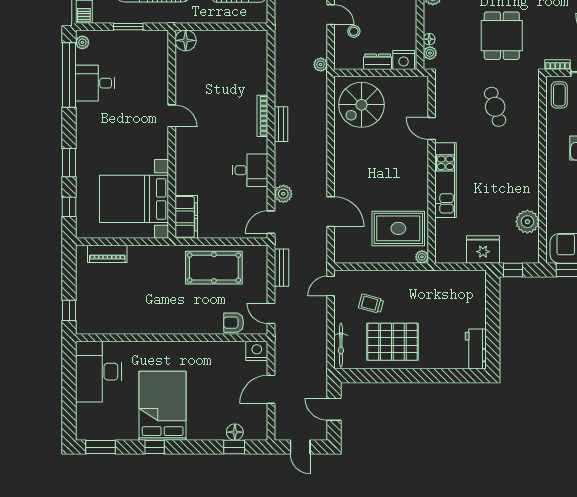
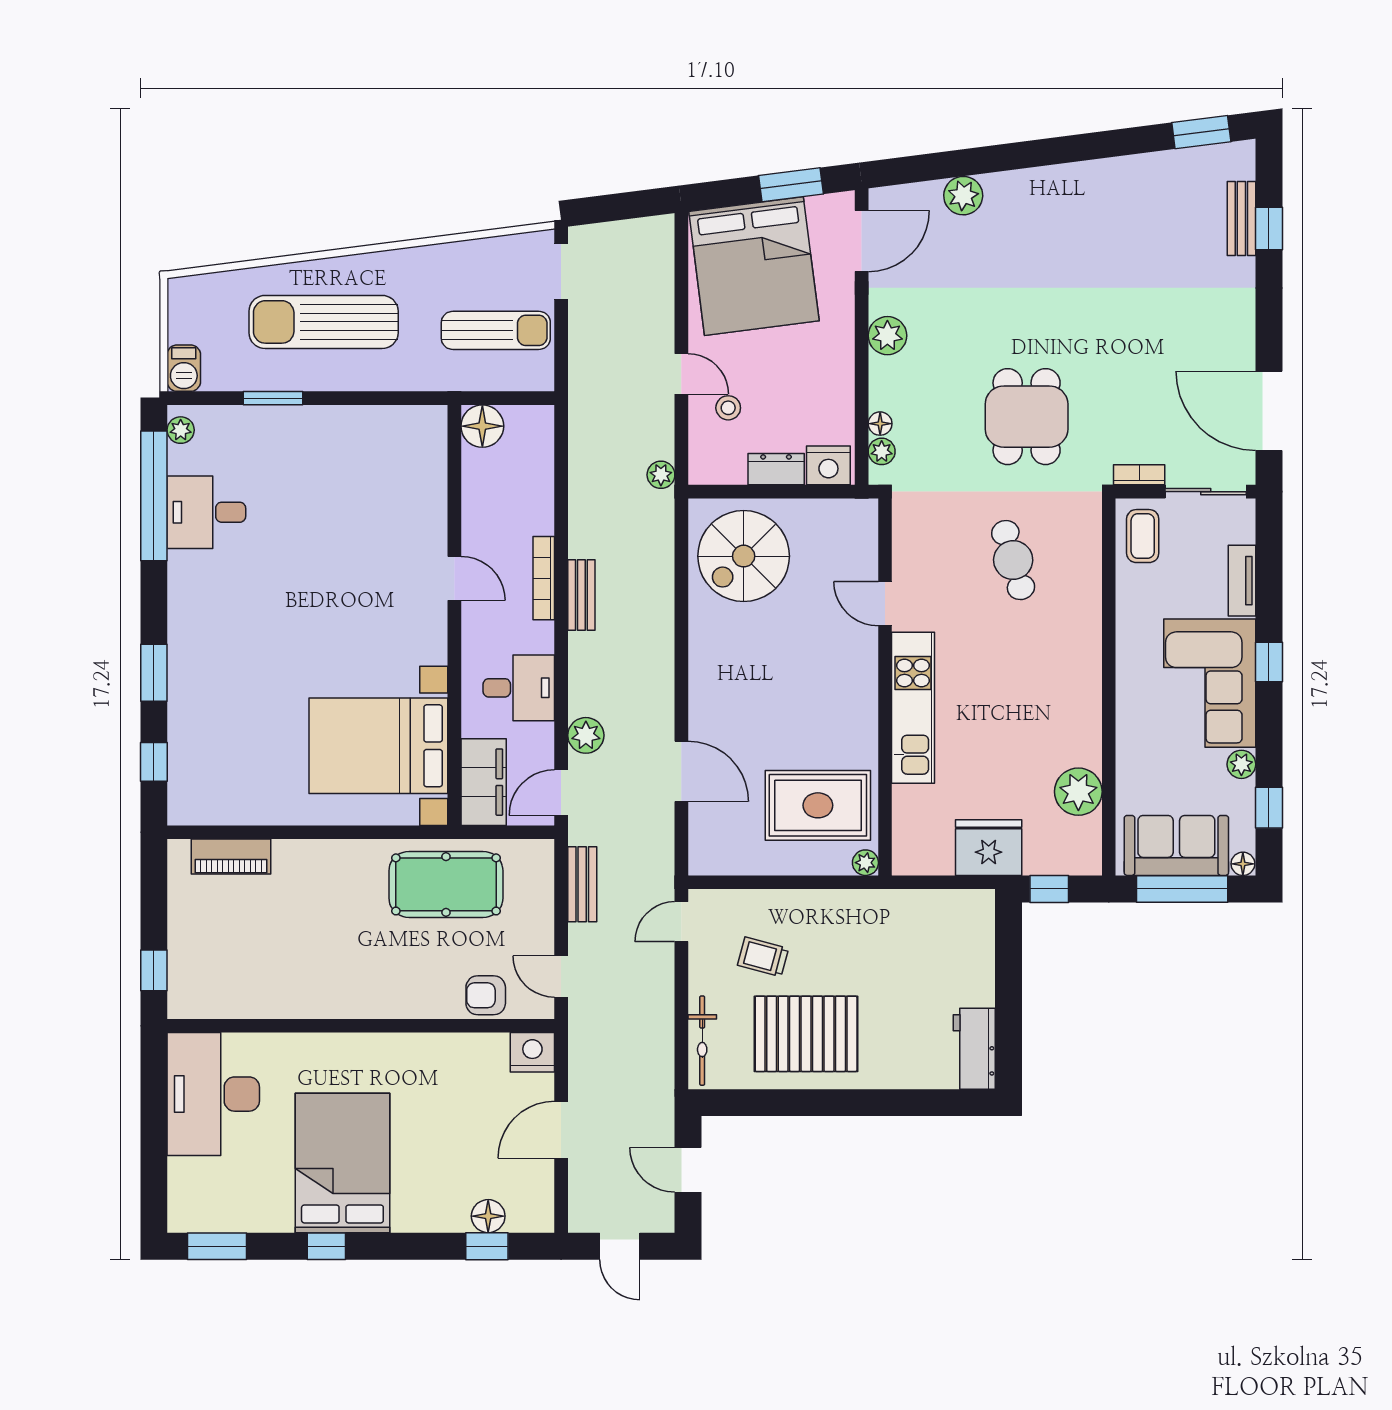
floor lamp: (186, 40) -> (482, 426), moved
door: (172, 116) -> (454, 578), moved
wall: (172, 134) -> (454, 615), moved
bed with nightstands: (134, 199) -> (378, 746), moved
filing cabinet: (186, 217) -> (484, 782), moved

